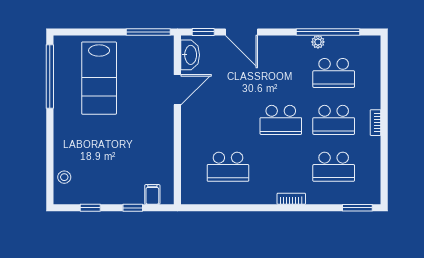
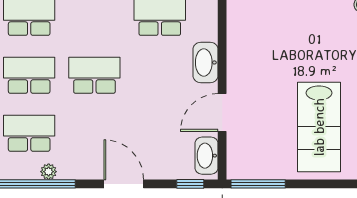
door: (241, 32) -> (124, 184), moved
lab bench: (99, 78) -> (319, 127), turned 180
washbasin: (191, 130) -> (206, 62), added

